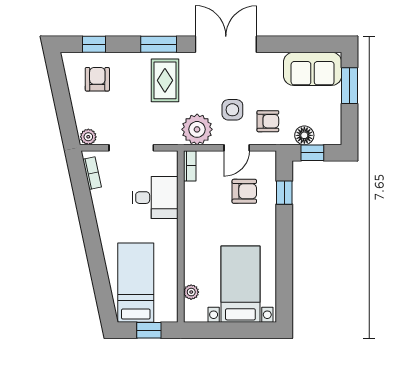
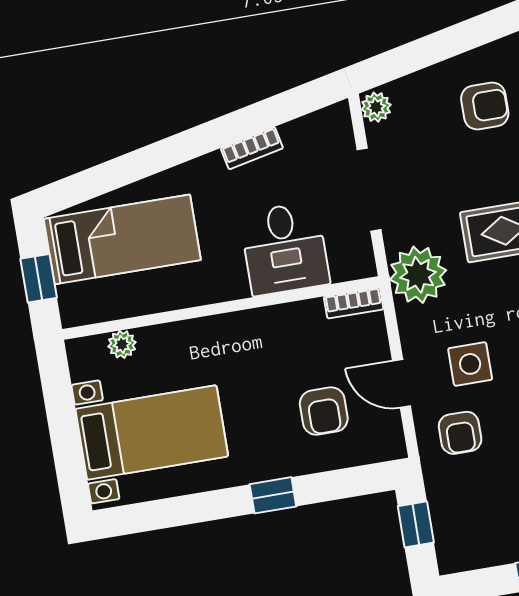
plant: (197, 129) -> (418, 275), moved
floor lamp: (304, 135) -> (445, 504), removed
bookcase: (92, 173) -> (252, 148), moved
window: (284, 193) -> (273, 495), moved

